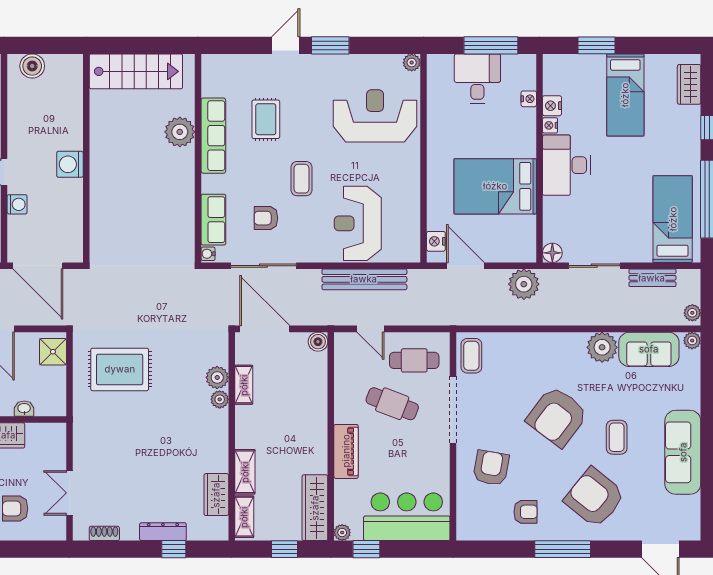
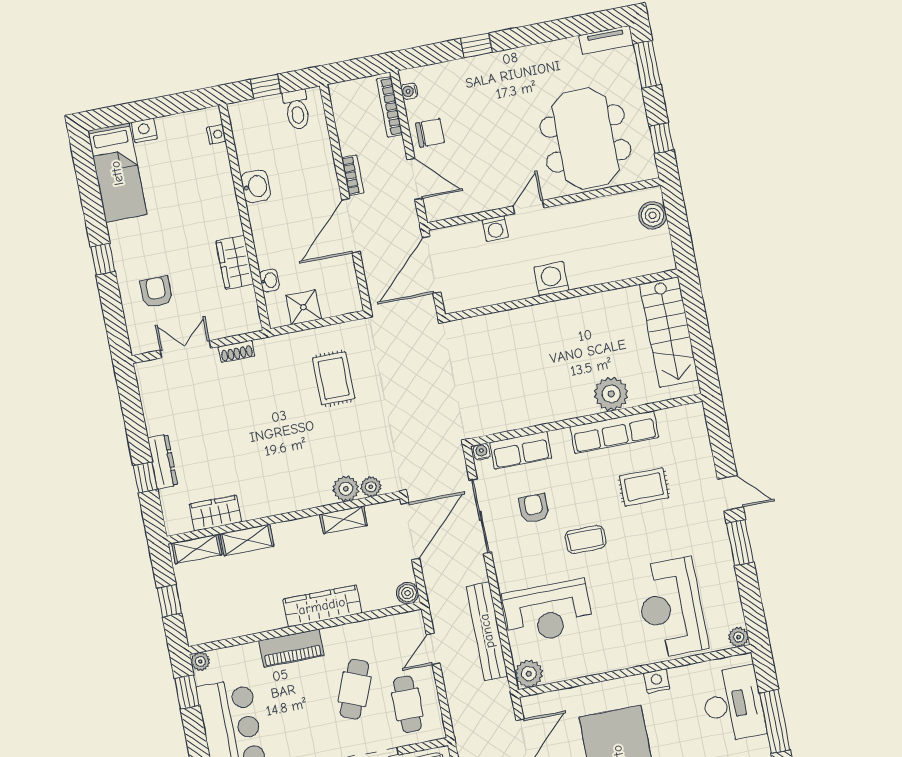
desk: (477, 79) -> (733, 704), width x1.37
reception desk: (375, 116) -> (671, 608), turned 180
reception desk: (358, 223) -> (548, 612), turned 180
nightstand: (436, 241) -> (657, 681), moved
plant: (408, 250) -> (529, 674), added
shower: (53, 352) -> (303, 307), moved
rug: (120, 369) -> (334, 378), width x0.73, depth x0.70
plant: (220, 399) -> (371, 487), moved
wardrobe: (315, 508) -> (322, 606), moved
shoe rack: (104, 533) -> (237, 351), moved, turned 90

